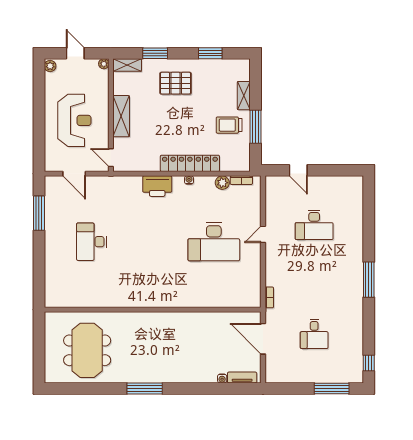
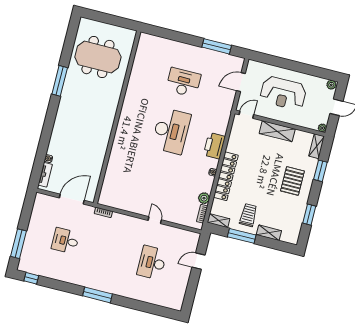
shelving: (244, 159) -> (218, 221), added
desk: (214, 242) -> (171, 131), moved, turned 180
window: (145, 388) -> (60, 81), moved

